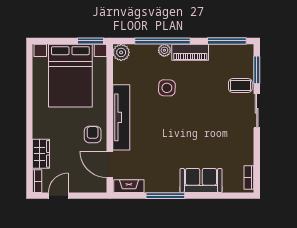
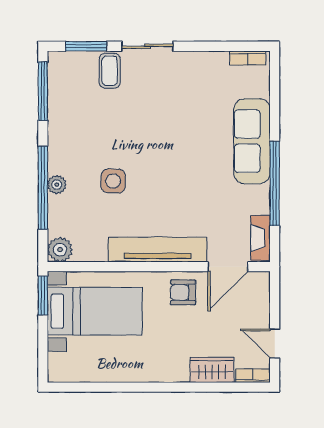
piano: (190, 52) -> (60, 146), removed
bed with nightstands: (70, 76) -> (95, 311), width x0.73
sofa: (201, 180) -> (252, 141), width x1.36
window: (165, 196) -> (275, 183), width x1.46

